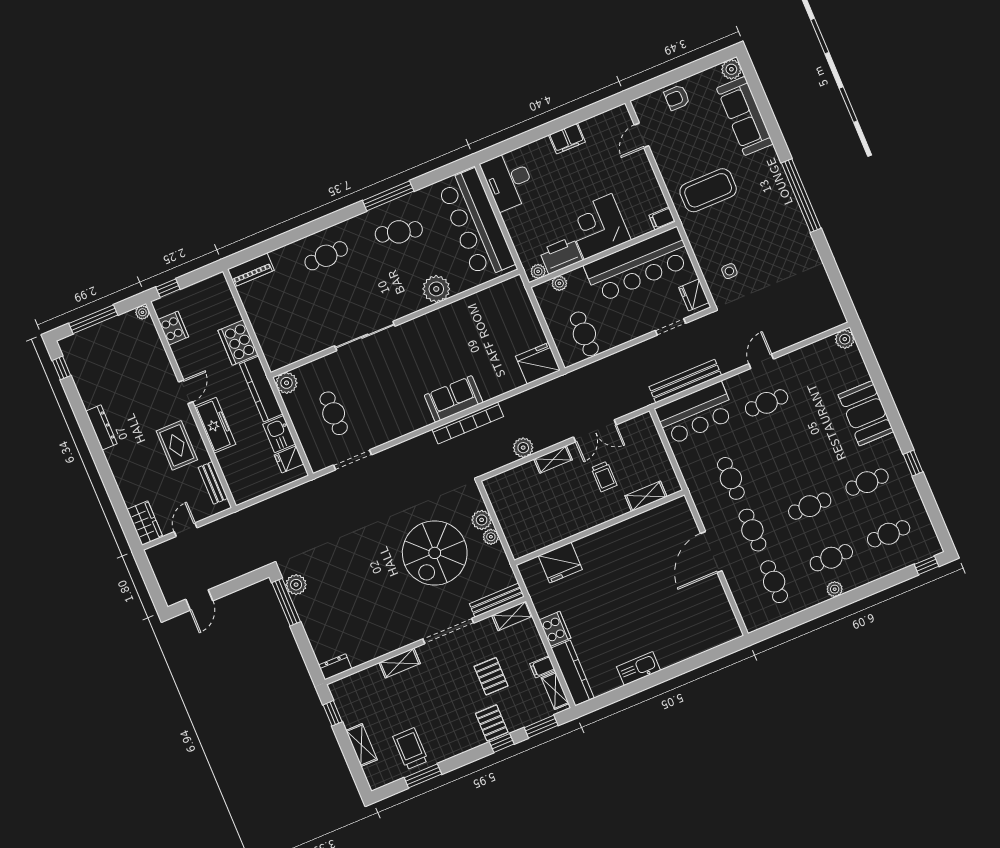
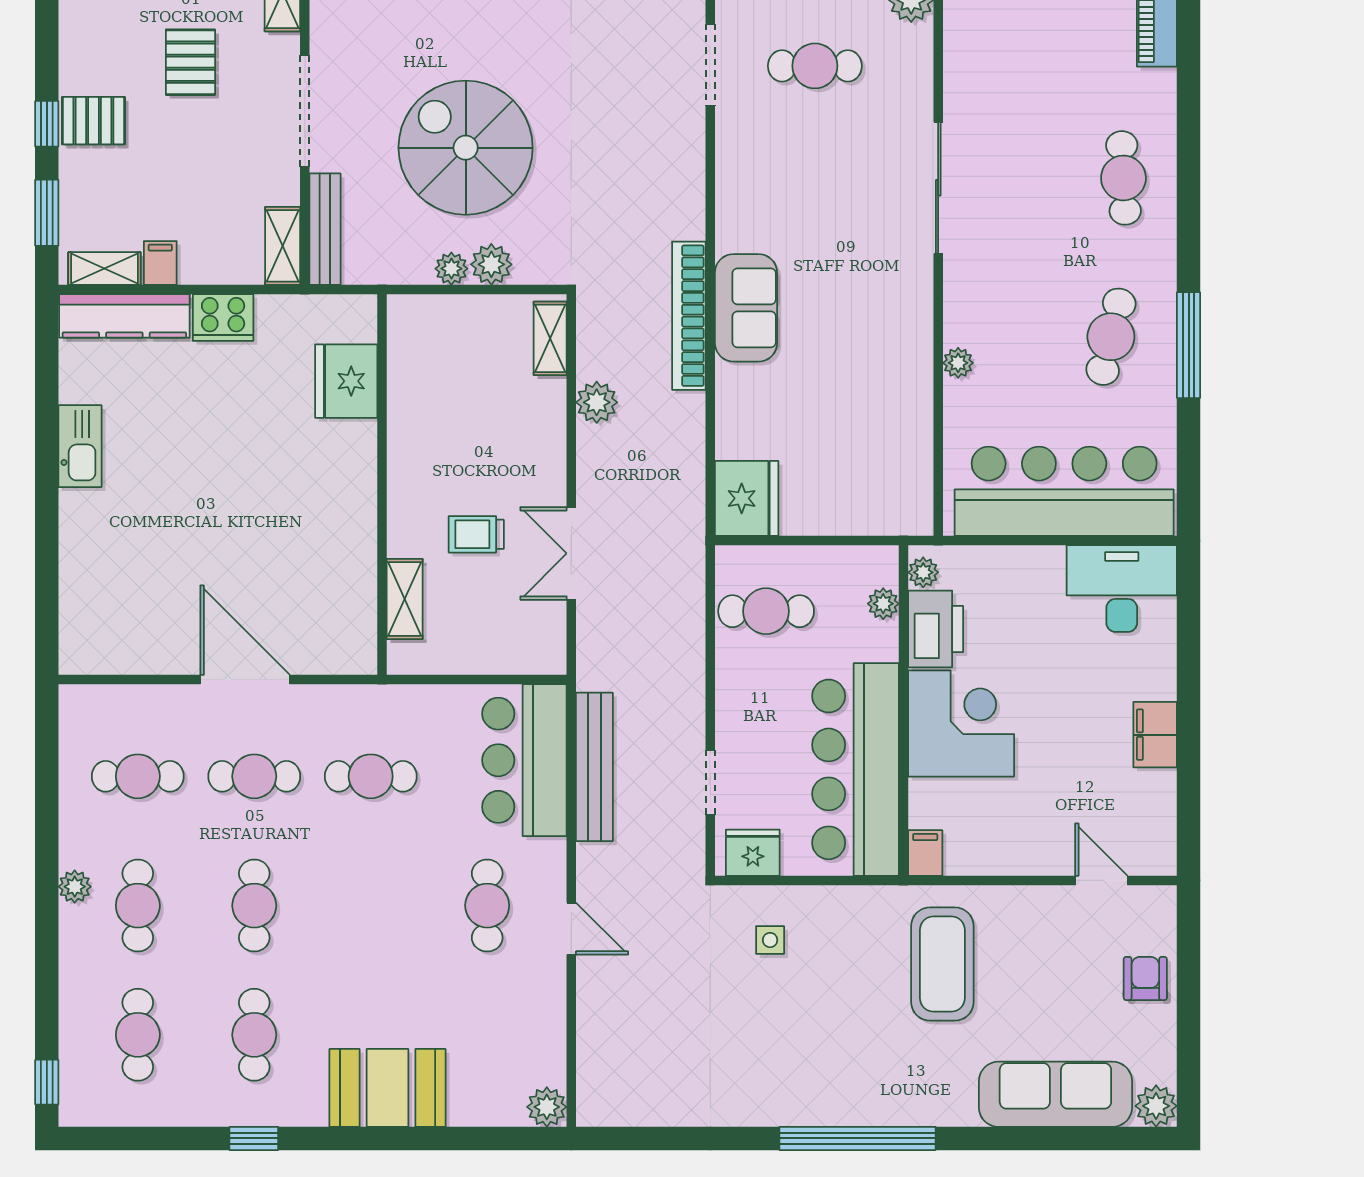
plant: (436, 289) -> (958, 363), width x0.53, depth x0.53
shelving: (553, 459) -> (550, 338), moved
pallet: (491, 676) -> (190, 62), moved, turned 90

